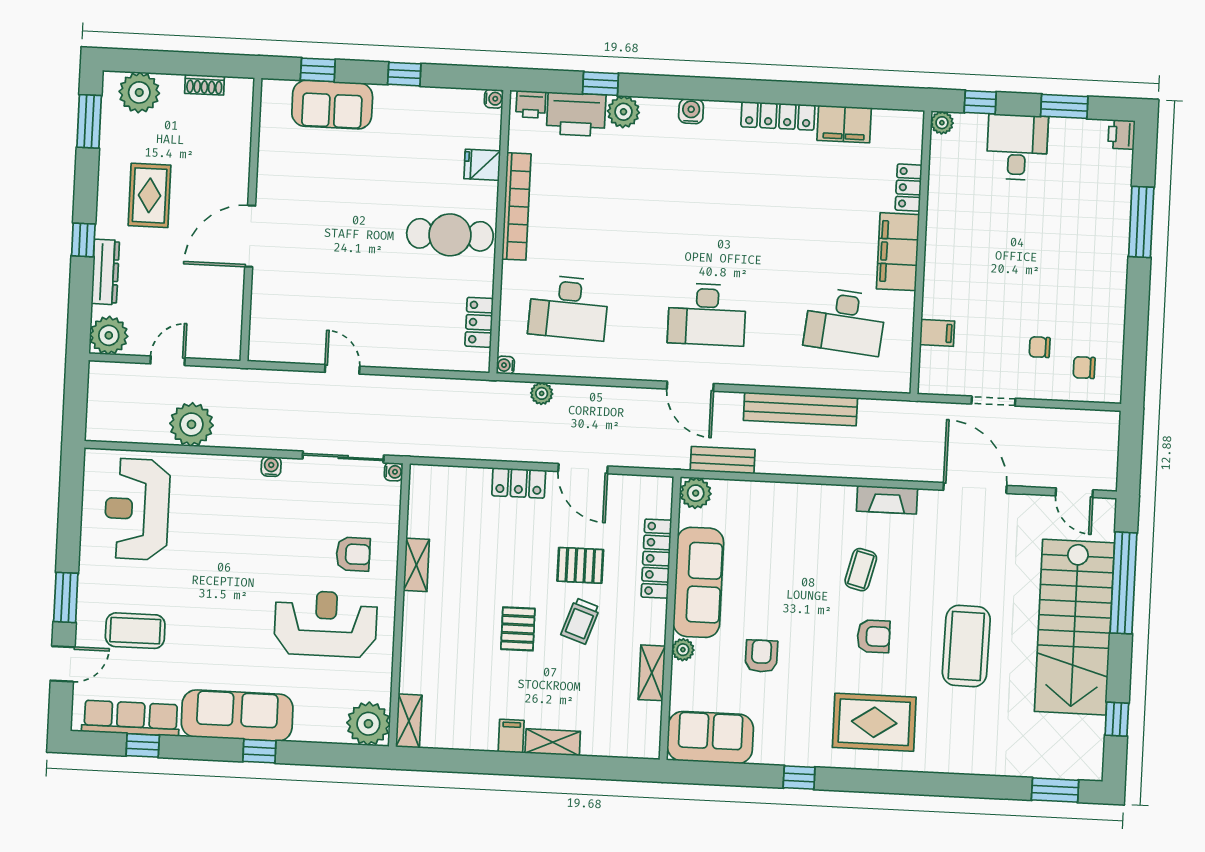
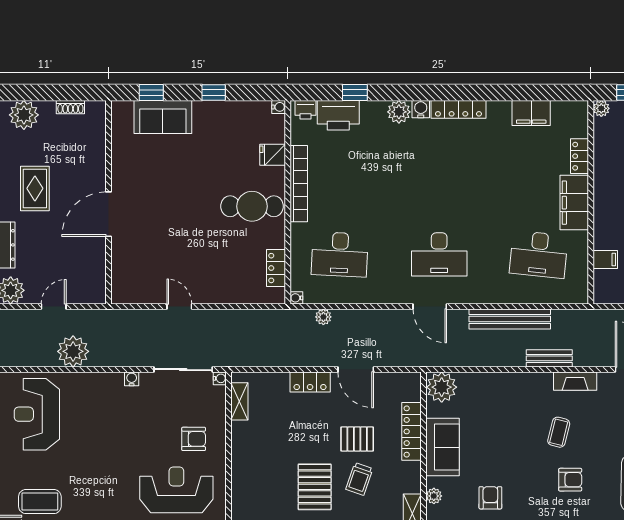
plant: (623, 112) -> (399, 112), moved
locker: (778, 116) -> (458, 109), moved
bench: (723, 460) -> (549, 358), moved
plant: (696, 493) -> (442, 387), width x1.36, depth x1.36
shelving: (416, 565) -> (239, 401), moved
sofa: (698, 582) -> (443, 447), width x0.73
pallet: (518, 629) -> (315, 487), width x1.50, depth x1.42

